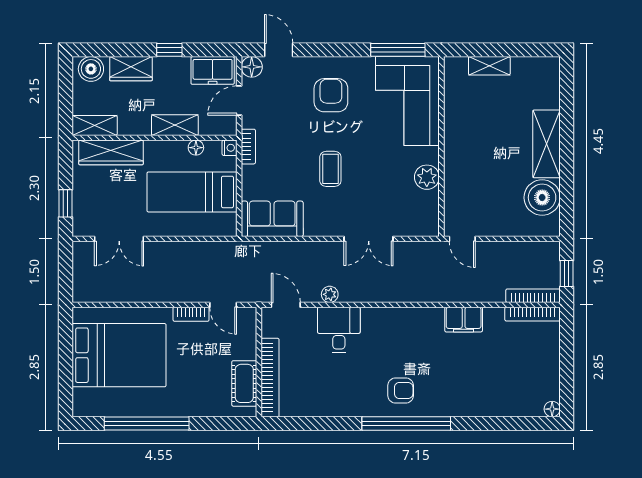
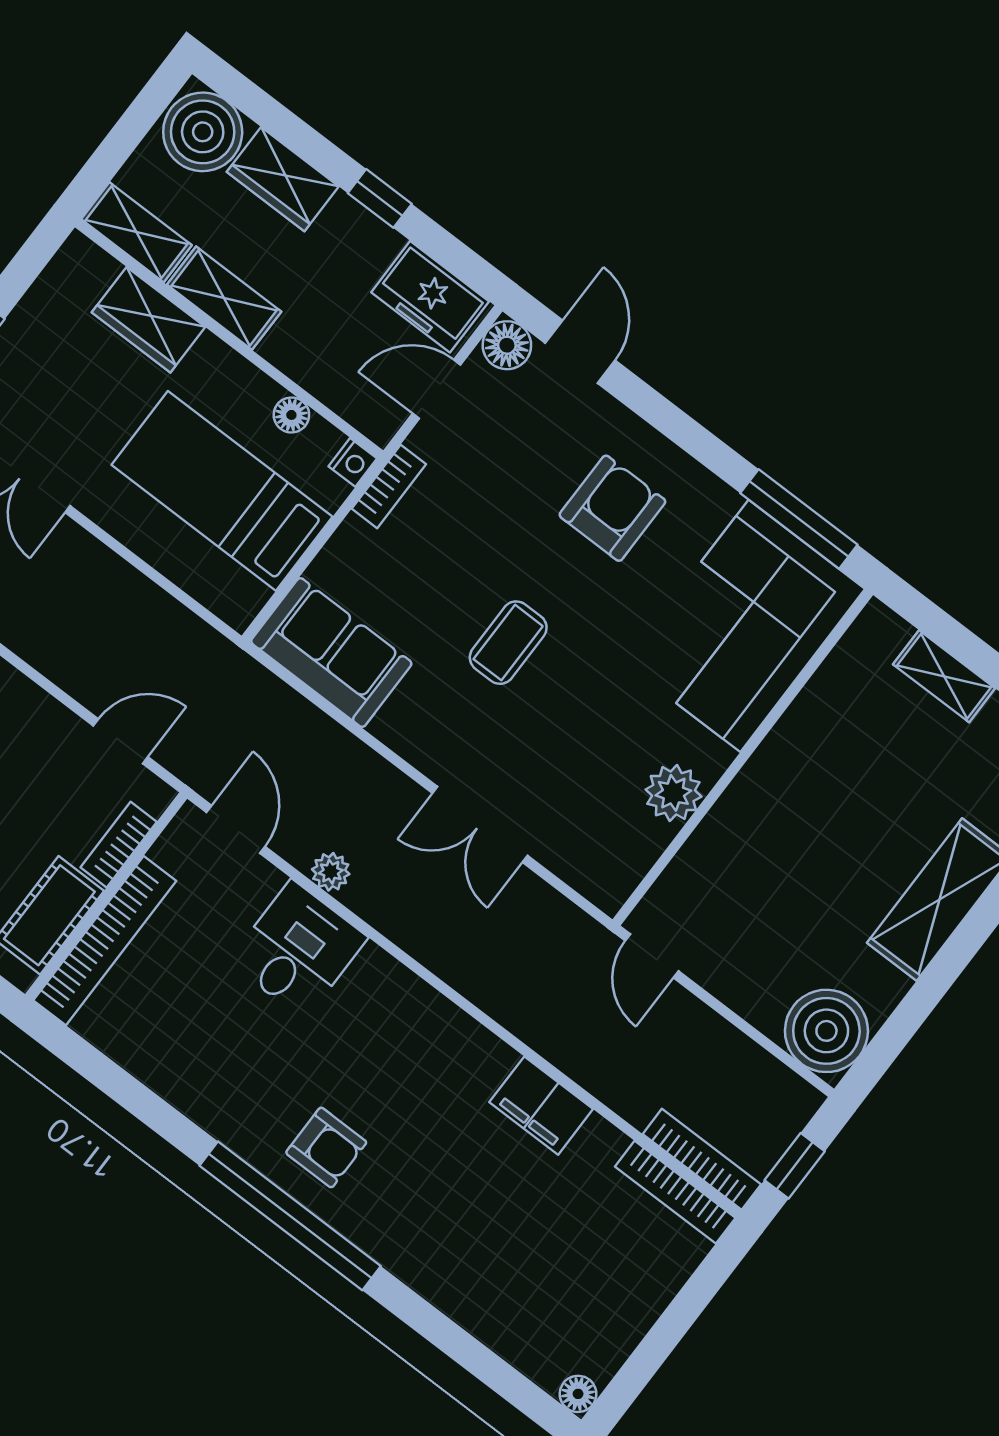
boiler: (91, 69) -> (203, 132), width x1.37, depth x1.37
shelving: (175, 125) -> (224, 298), moved
wardrobe: (111, 152) -> (148, 320), width x0.67
boiler: (542, 198) -> (826, 1031), moved
door: (223, 305) -> (121, 741), swing flipped
bookcase: (191, 314) -> (119, 845), moved, turned 90

